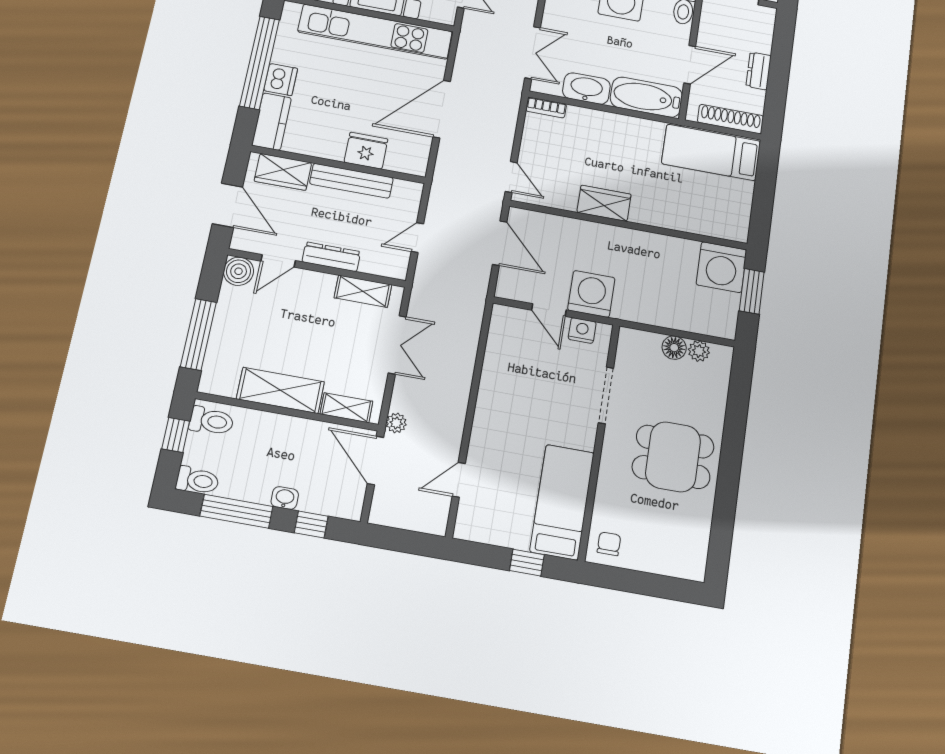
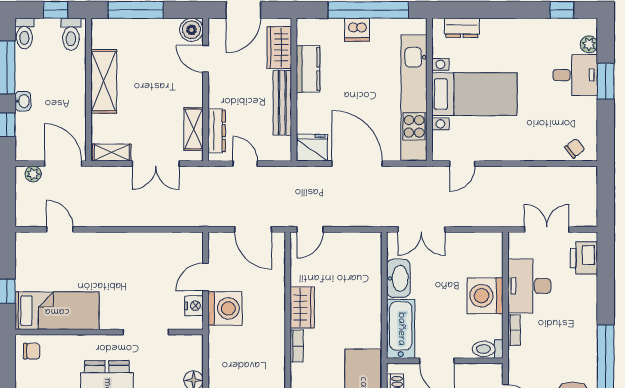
bookcase: (546, 108) -> (297, 346), moved, turned 180
kitchen counter: (272, 122) -> (308, 69), moved, turned -90
fridge: (366, 151) -> (312, 148), moved, turned -90
door: (500, 243) -> (253, 229), hinge flipped
dresser: (331, 257) -> (217, 131), moved
shelving: (346, 408) -> (112, 153), moved, turned 90
plant: (396, 423) -> (33, 174), moved
door: (375, 460) -> (63, 164), hinge flipped

